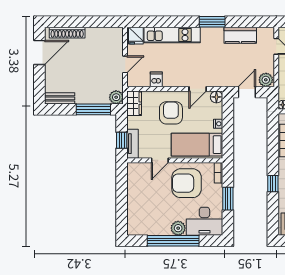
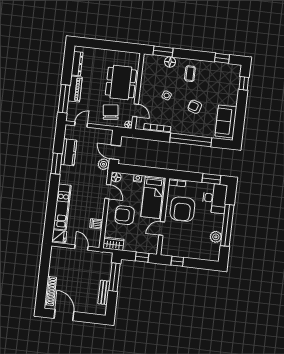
window: (212, 22) -> (56, 164), moved
plant: (266, 80) -> (104, 164), moved
plant: (116, 97) -> (107, 258), removed
bench: (60, 98) -> (104, 292), moved
tv unit: (133, 144) -> (146, 249), removed
door: (160, 160) -> (162, 228), swing flipped
window: (122, 184) -> (177, 261), added
window: (273, 184) -> (191, 140), width x3.17
window: (228, 199) -> (211, 179), moved
plant: (178, 228) -> (216, 237), moved

